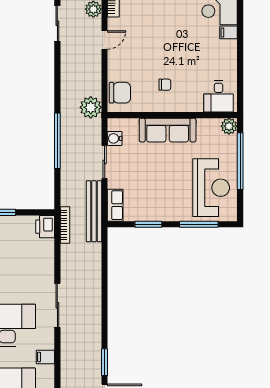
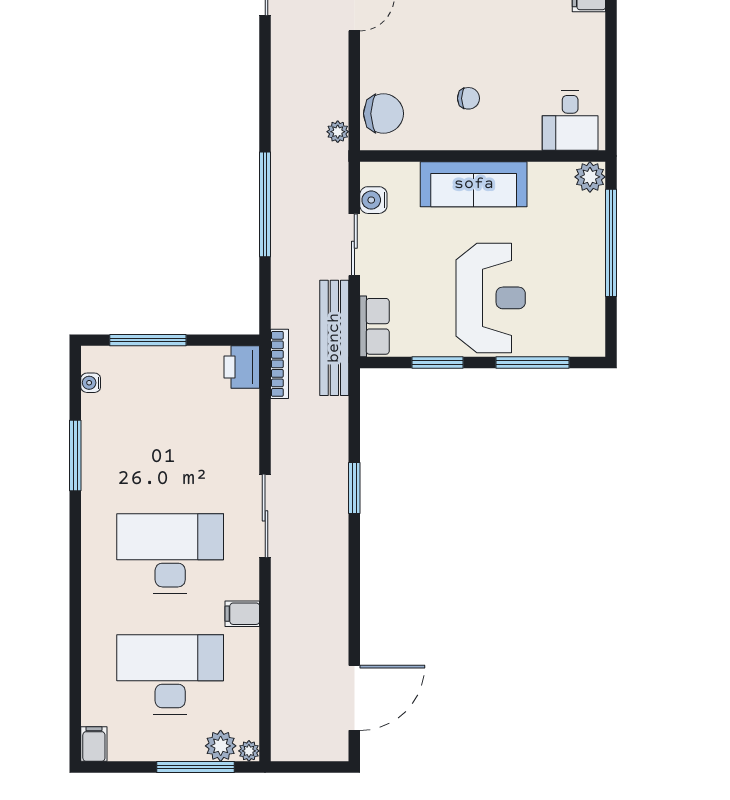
plant: (91, 107) -> (338, 132), width x0.53, depth x0.53
reception desk: (211, 188) -> (491, 298), moved
window: (105, 362) -> (354, 488), moved

